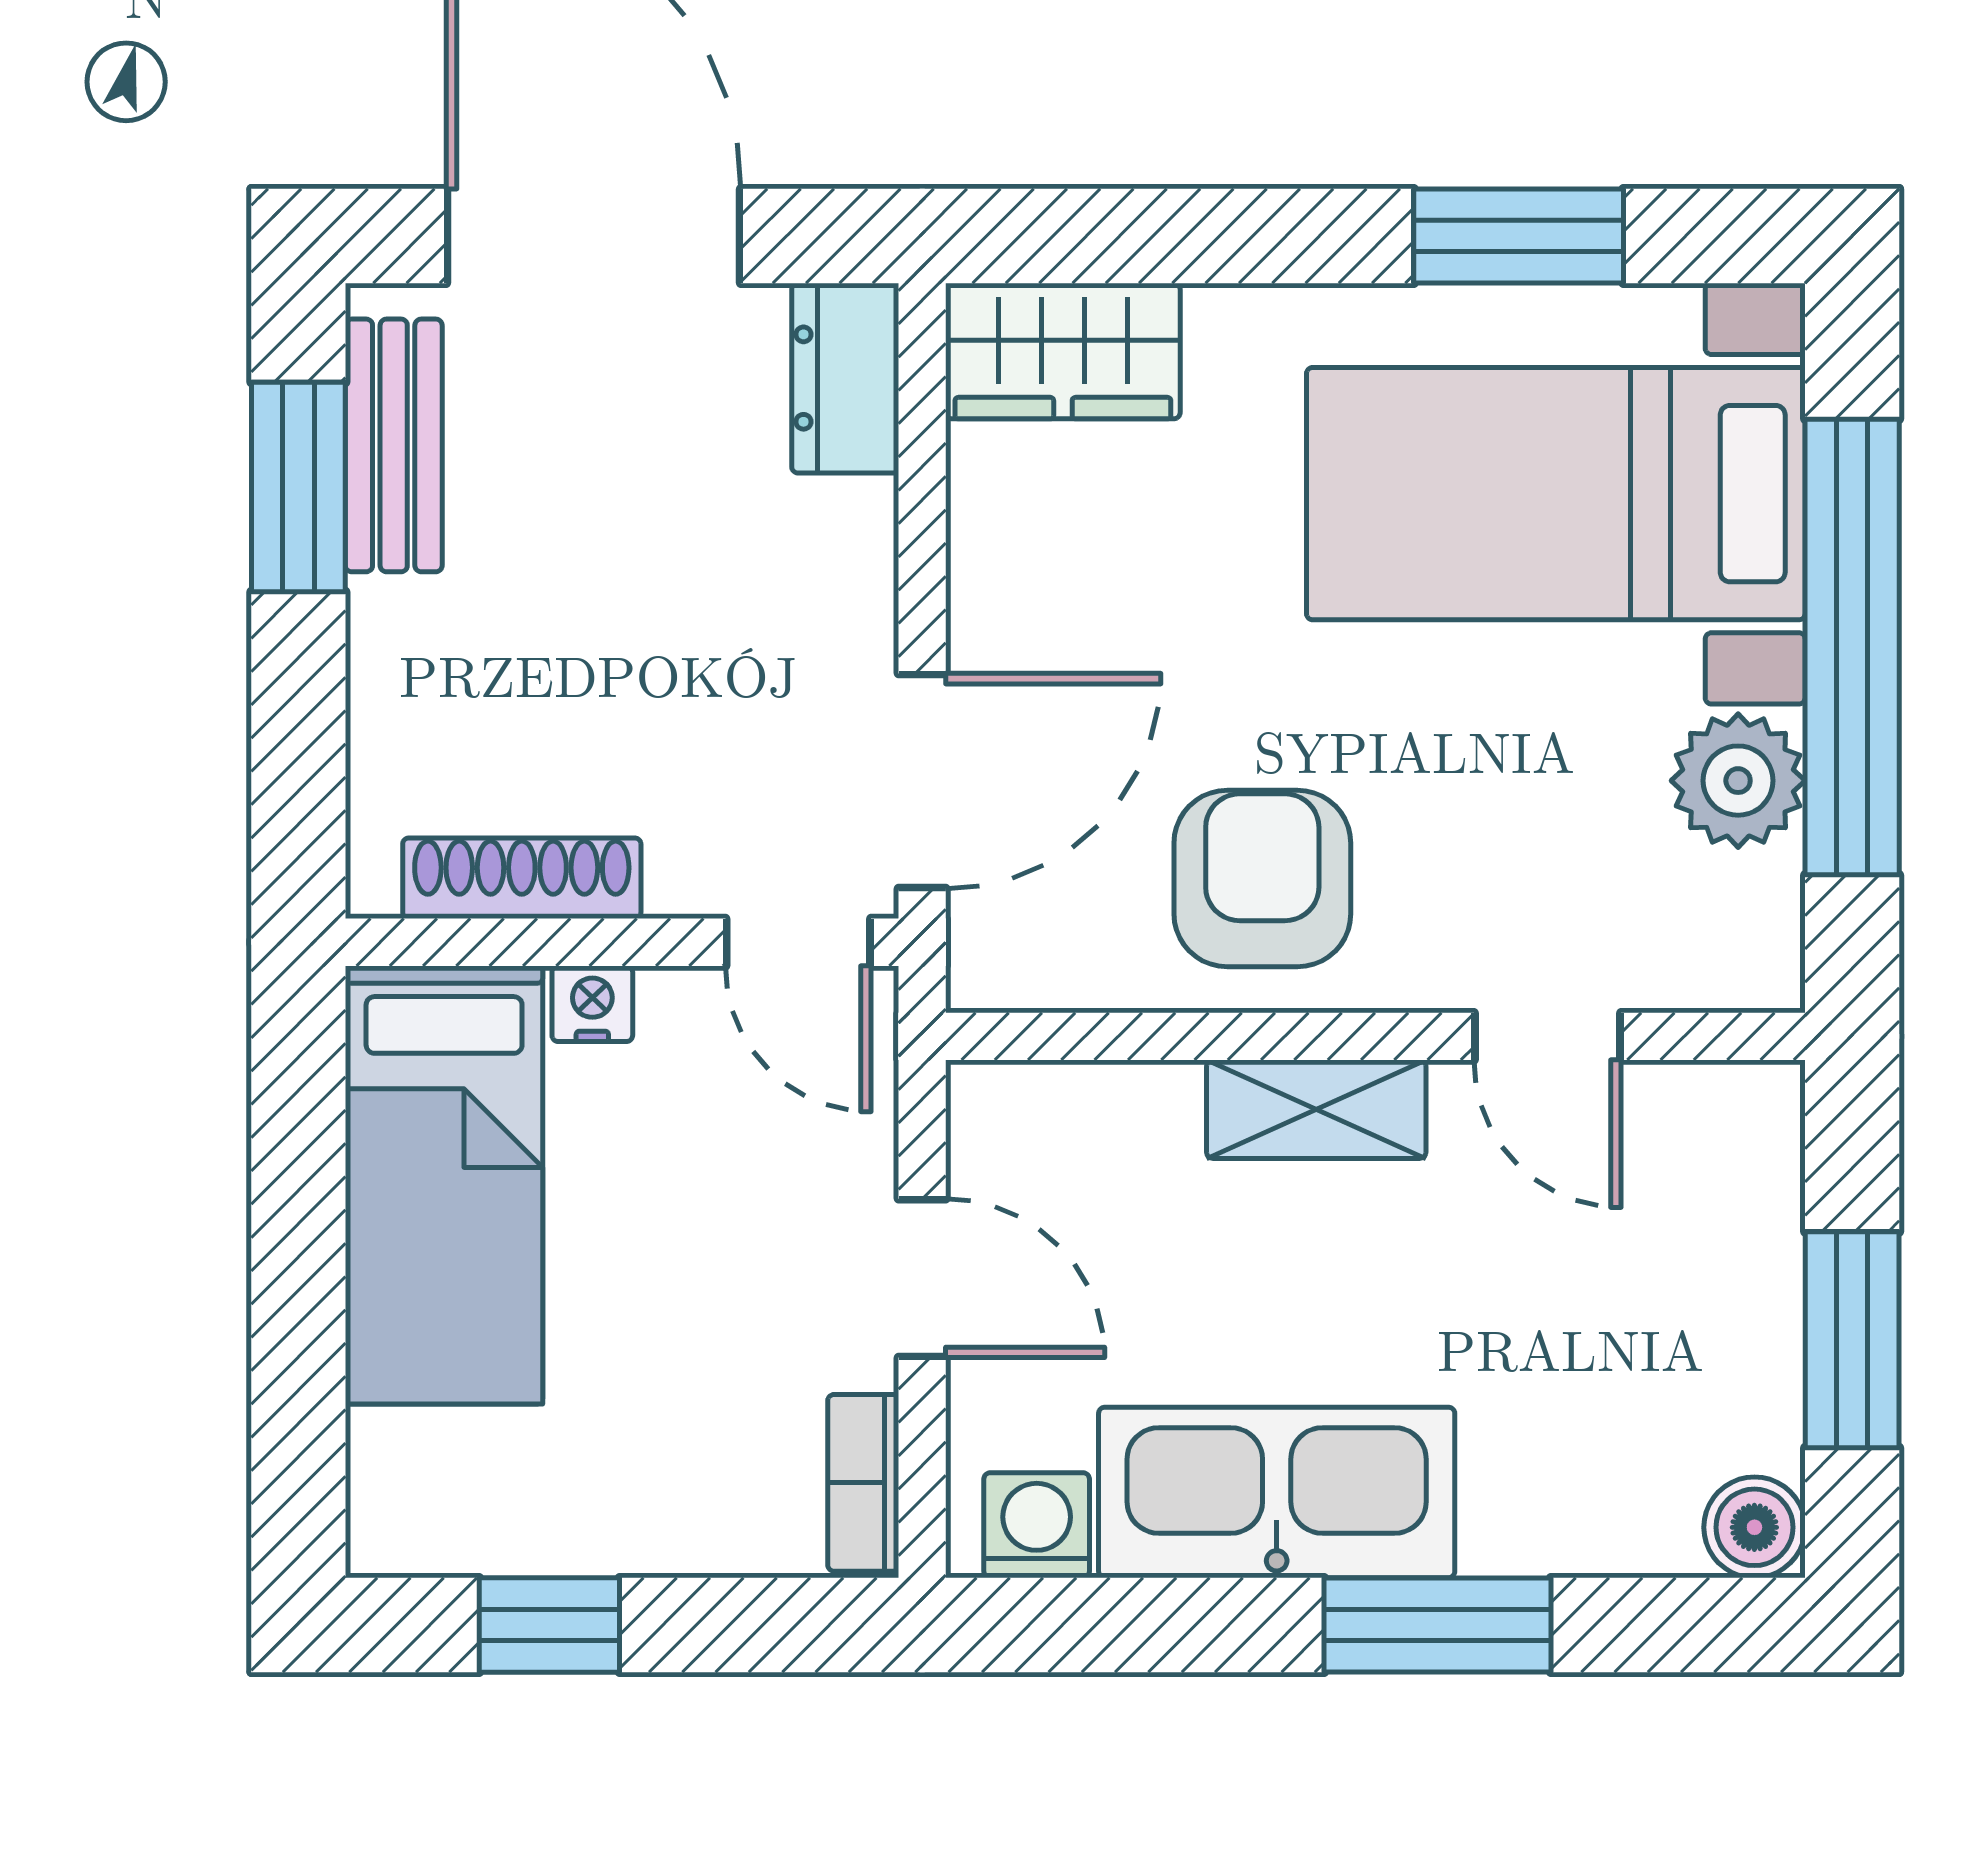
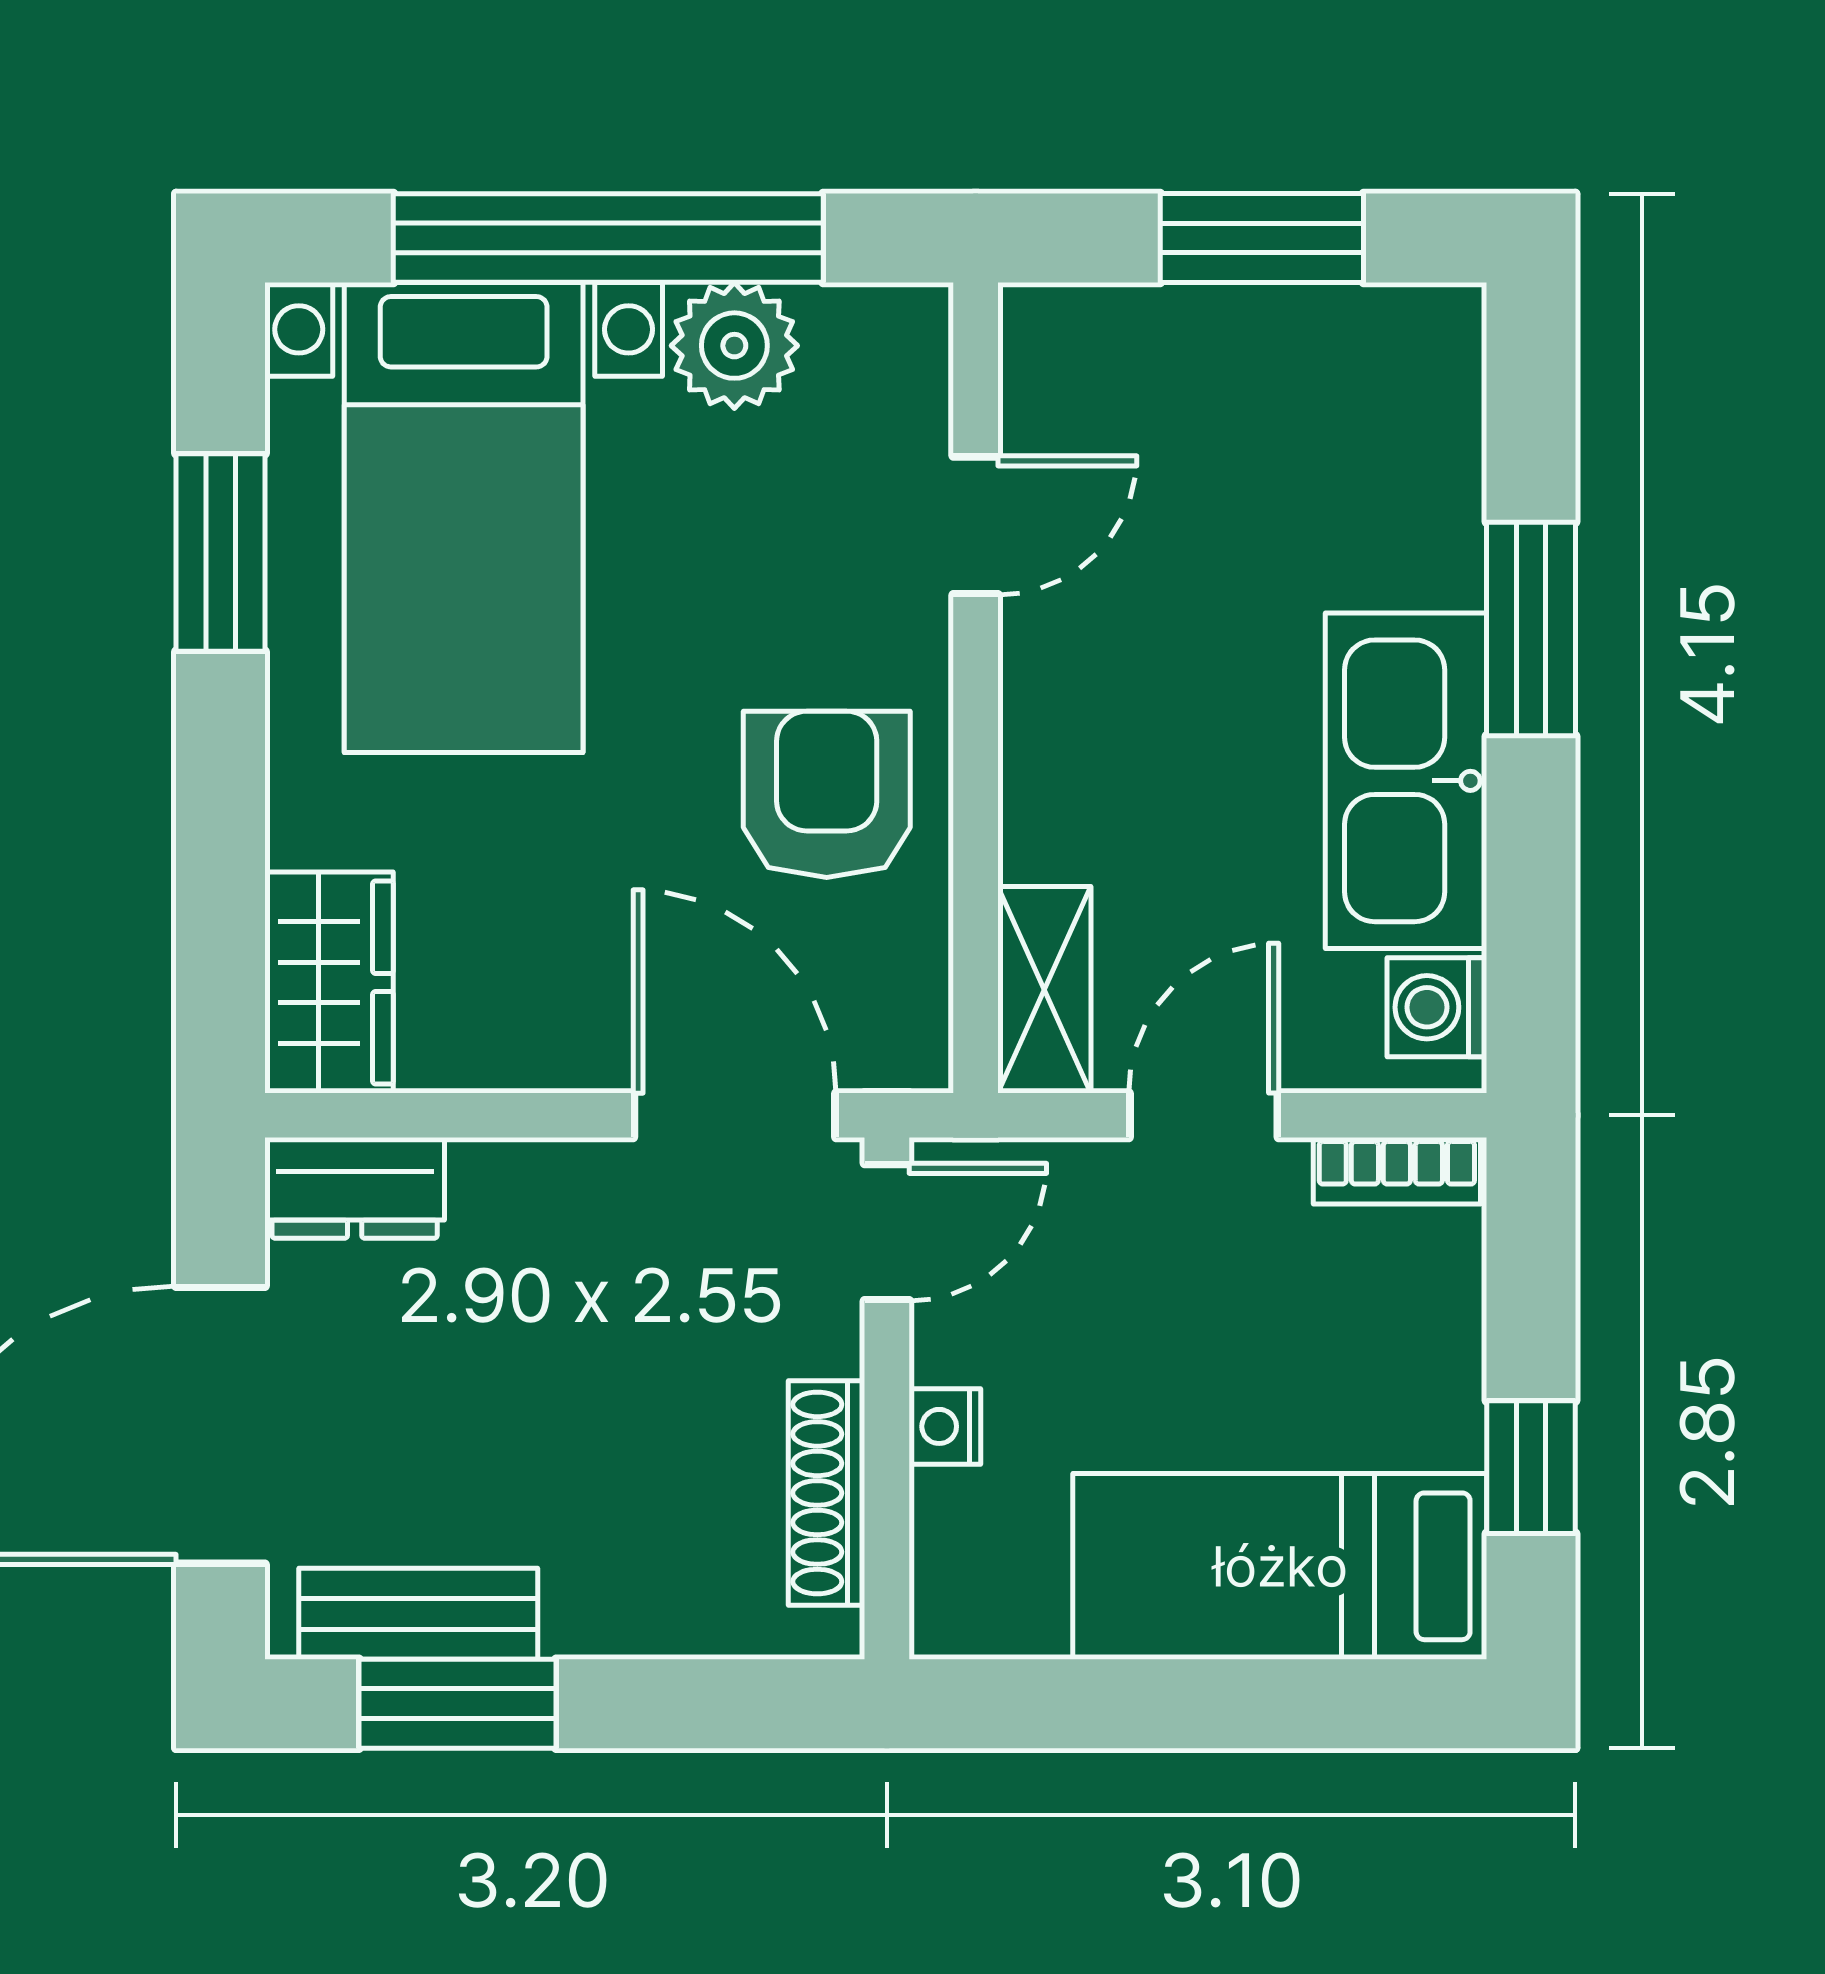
armchair: (1262, 878) -> (827, 794), turned 90
shelving: (1316, 1109) -> (1044, 990), moved
bed: (444, 1185) -> (1280, 1566), moved, turned 180
boiler: (1754, 1527) -> (1439, 330), removed

